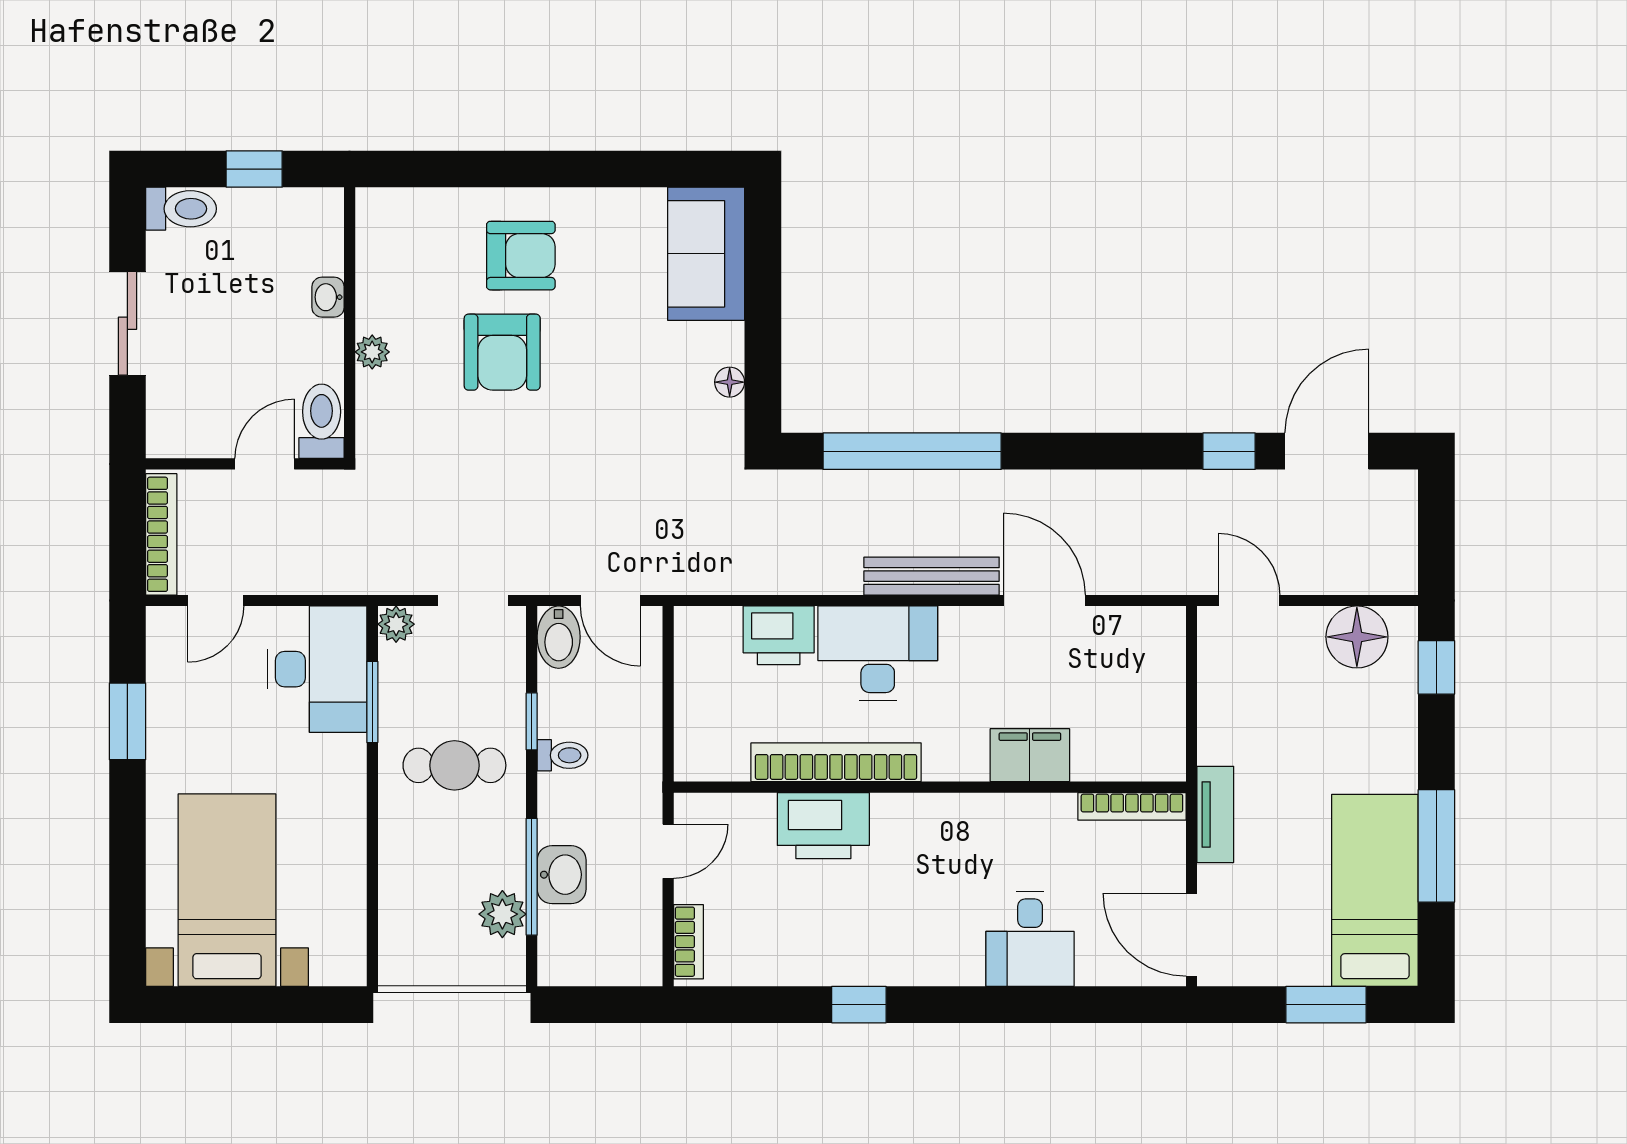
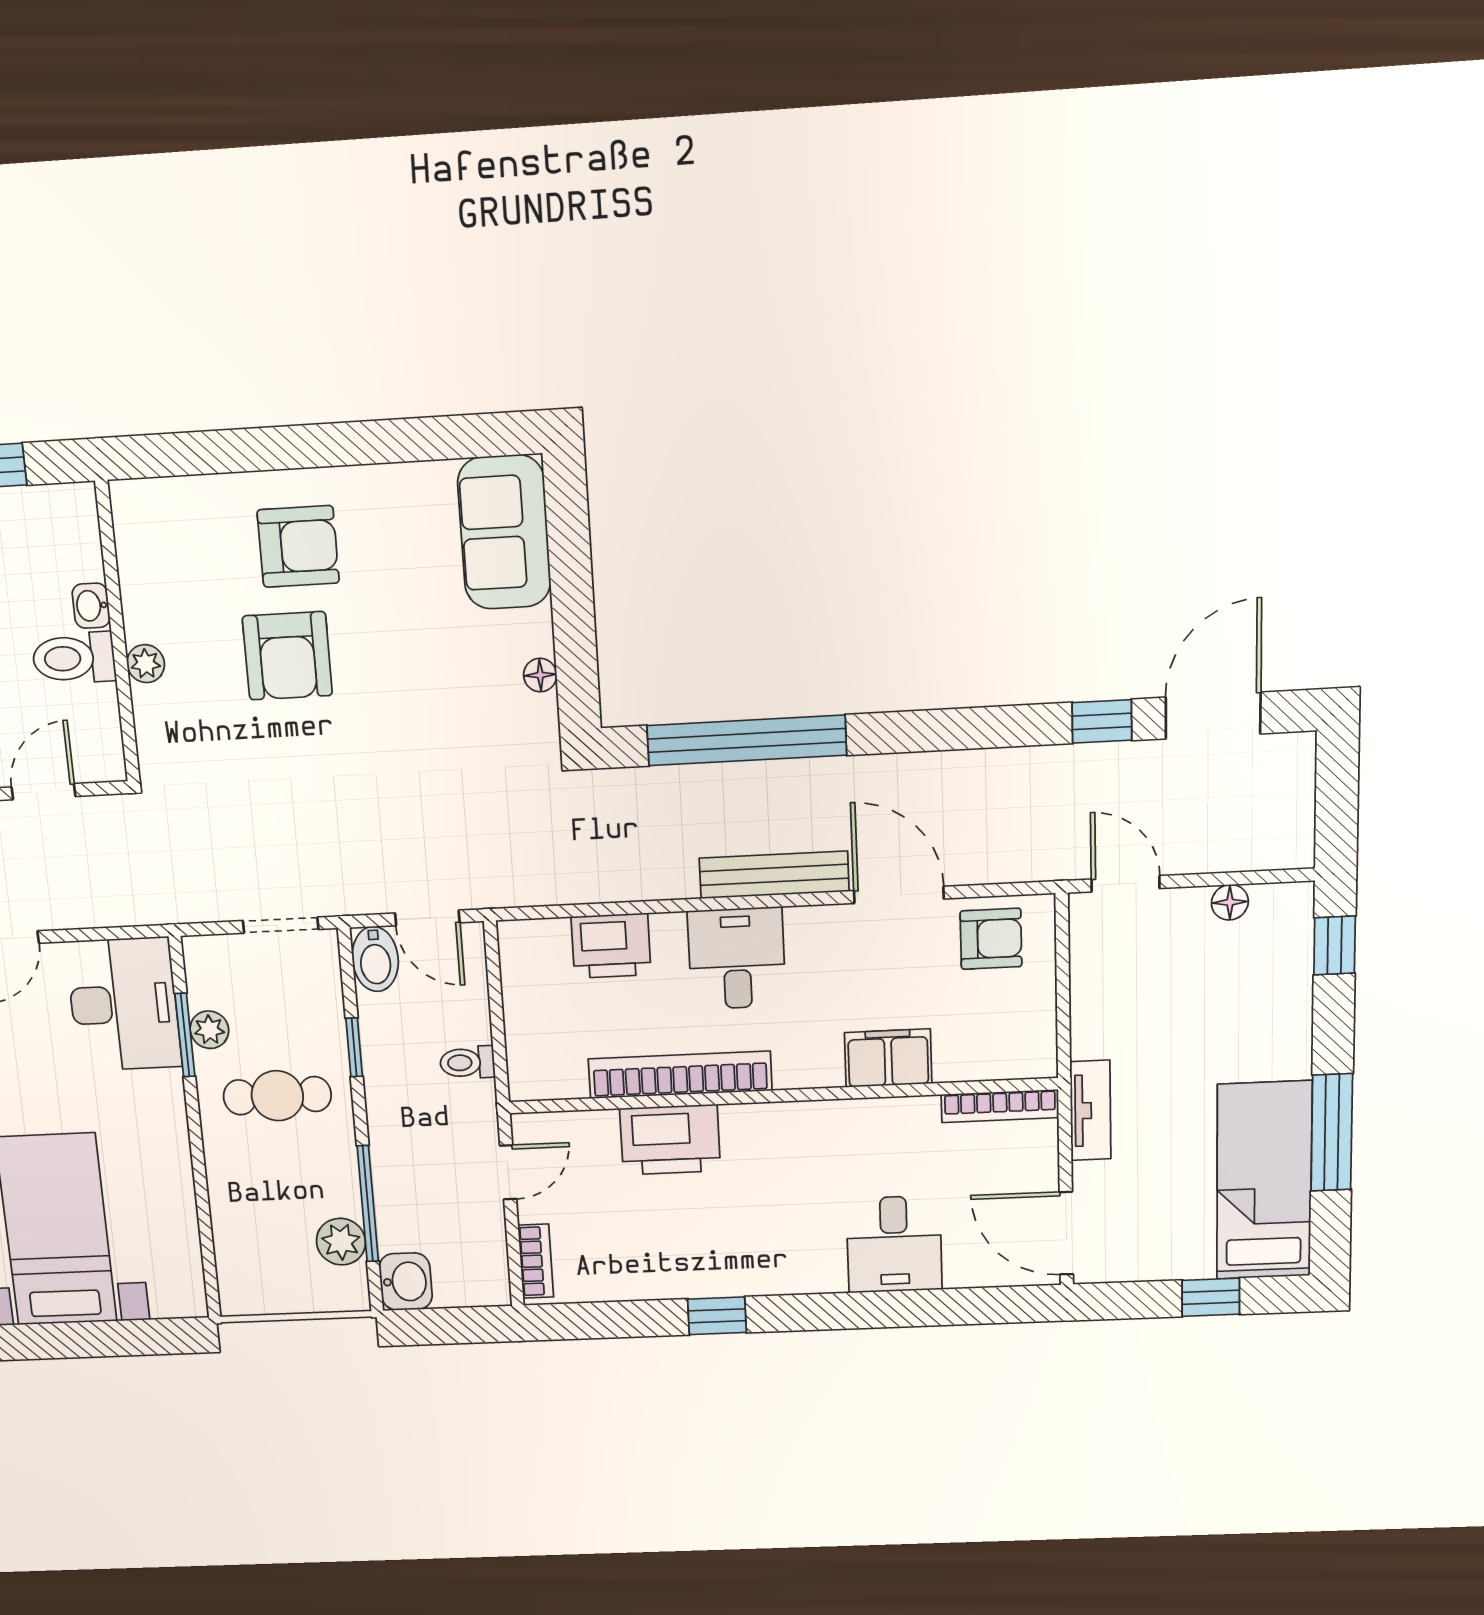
toilet: (322, 421) -> (74, 658), moved, turned -90
plant: (396, 624) -> (209, 1030), moved
floor lamp: (1357, 637) -> (1230, 902), width x0.53, depth x0.53
armchair: (1127, 646) -> (991, 939), added
desk: (878, 653) -> (737, 958), width x0.73
toilet: (562, 755) -> (467, 1063), moved, turned 180
washbasin: (562, 875) -> (406, 1282), moved
window: (1326, 1005) -> (1211, 1297), width x0.67

